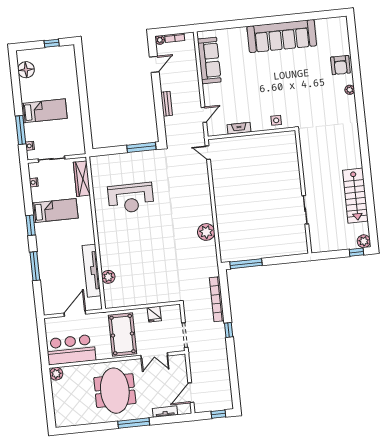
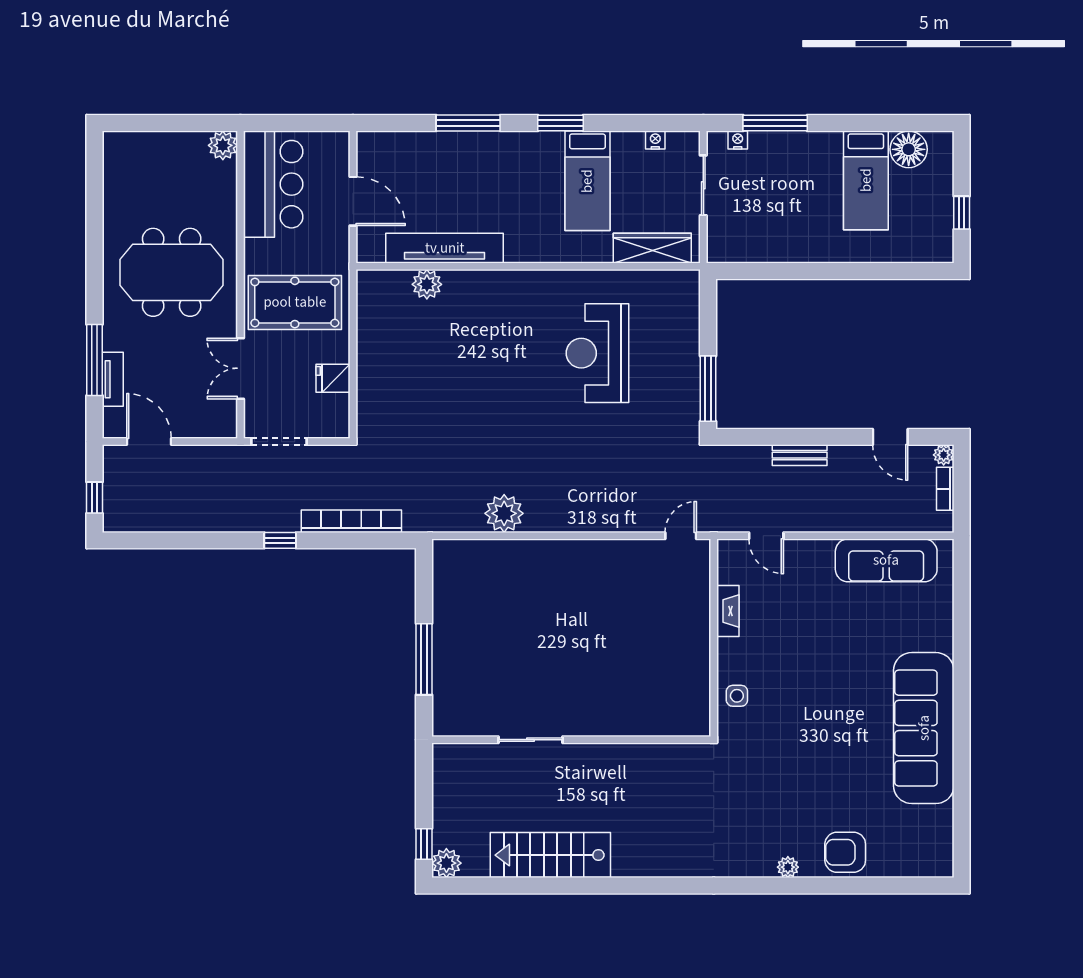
bed: (44, 111) -> (866, 180), moved
window: (246, 264) -> (424, 659), moved
window: (134, 423) -> (95, 360), moved

